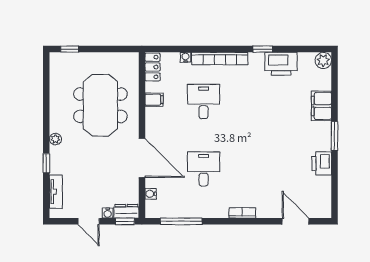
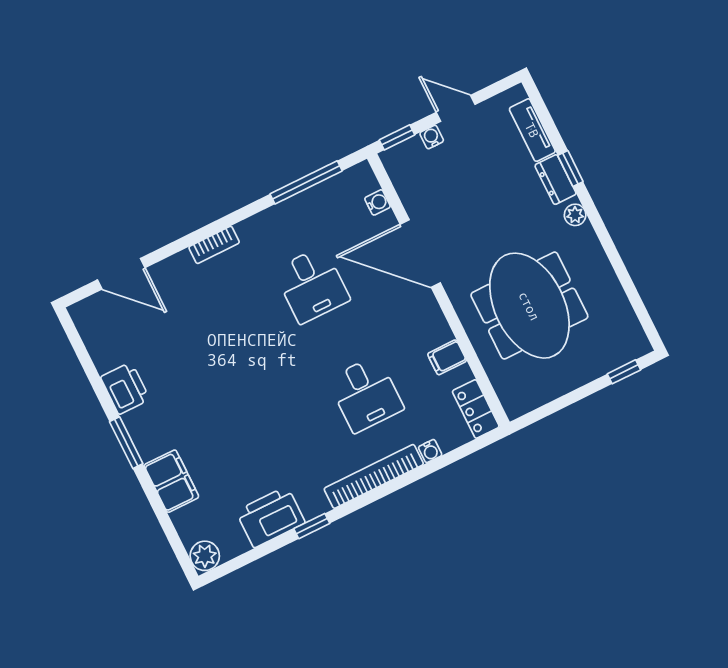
dresser: (126, 211) -> (556, 180), moved, turned 90

